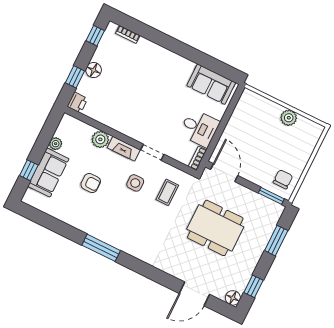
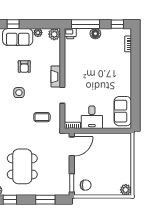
window: (75, 77) -> (85, 24), width x2.17
plant: (289, 118) -> (126, 190), moved
plant: (100, 139) -> (54, 34), moved
side table: (135, 183) -> (19, 93), moved
dining table: (215, 228) -> (22, 166), moved

